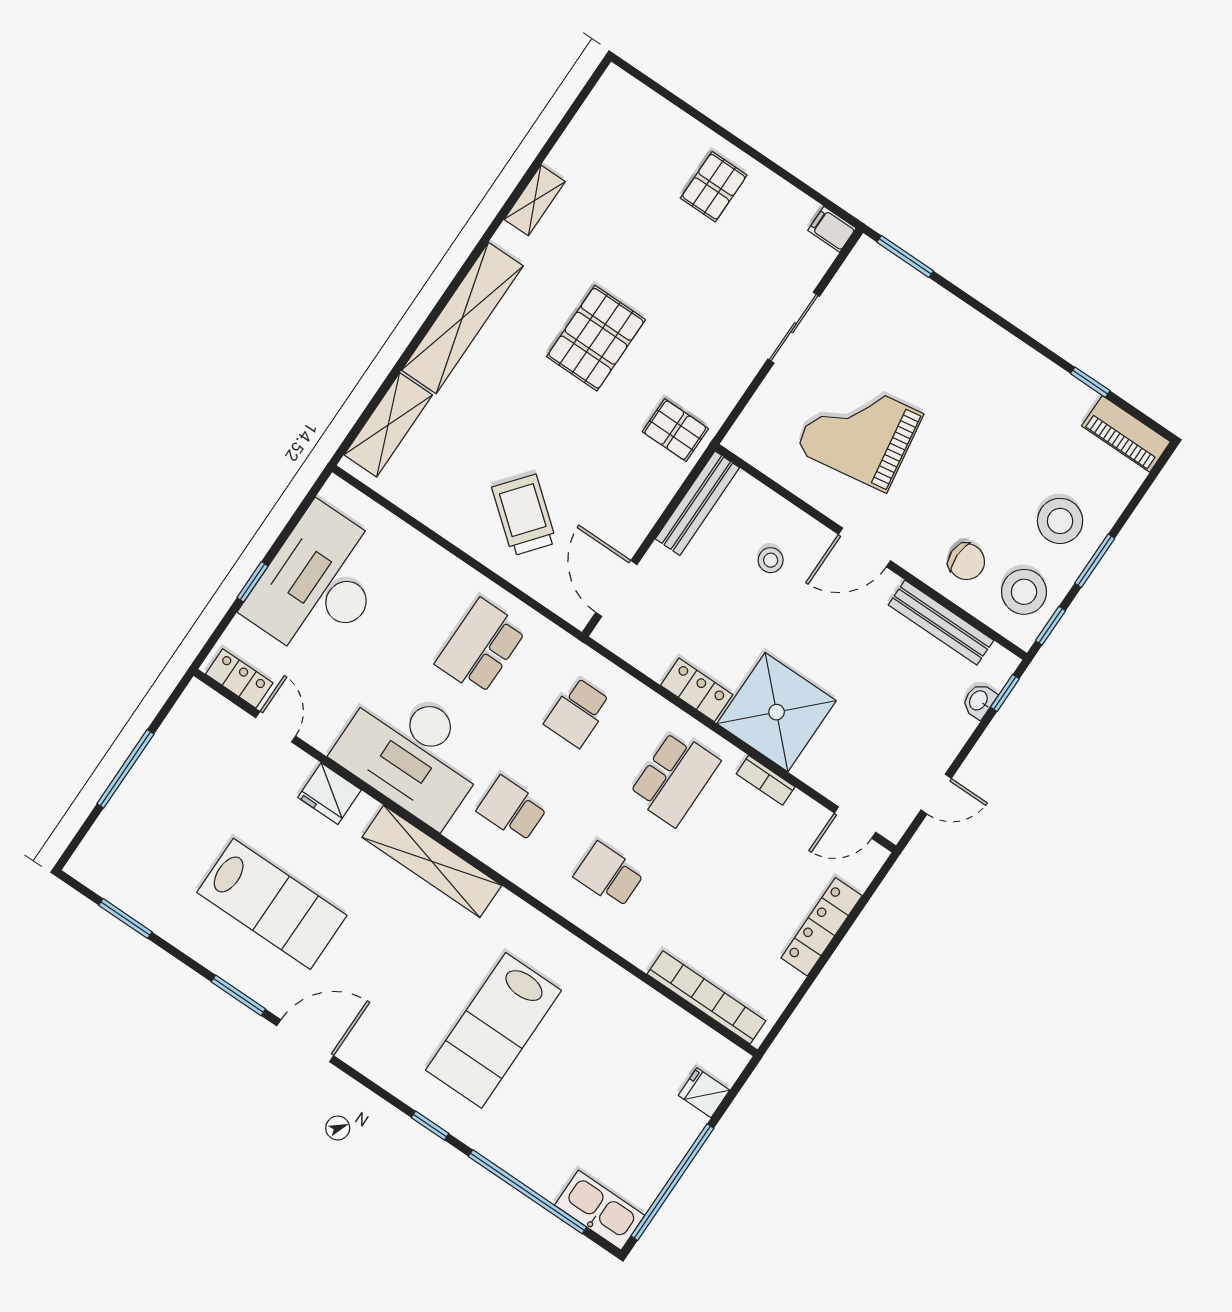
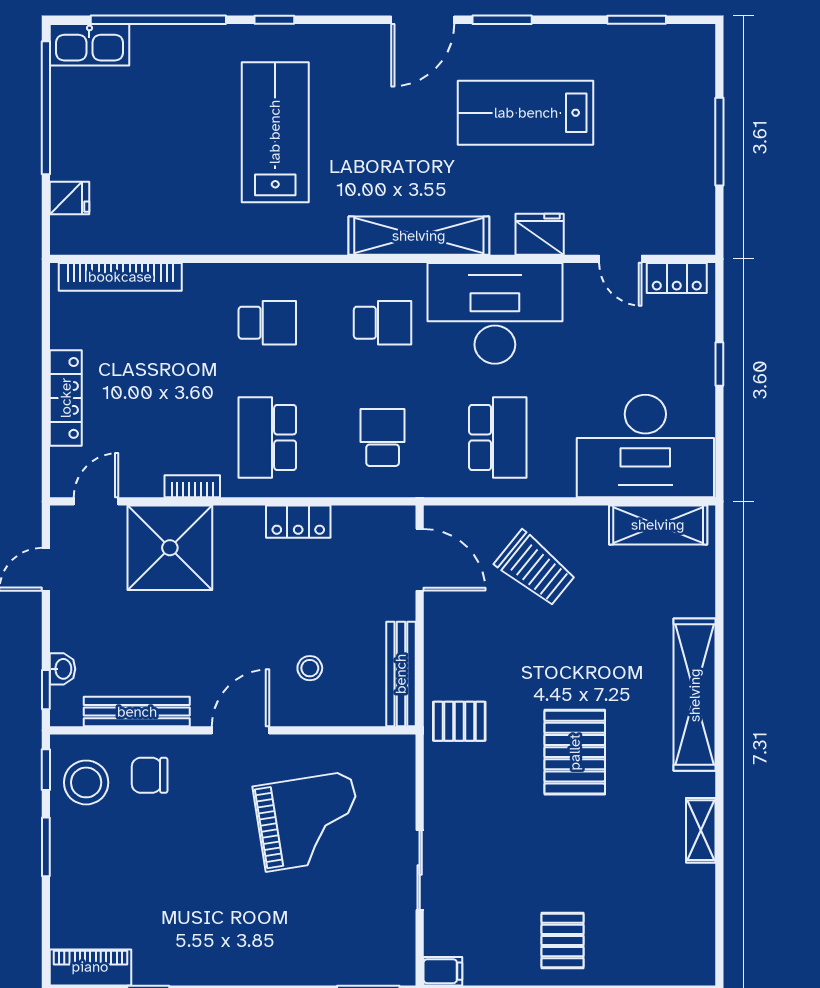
shelving: (388, 425) -> (658, 525), moved, turned 90
stool: (1060, 521) -> (96, 860), removed
desk: (319, 584) -> (645, 446), moved, turned 90
shower: (777, 712) -> (170, 548), moved

